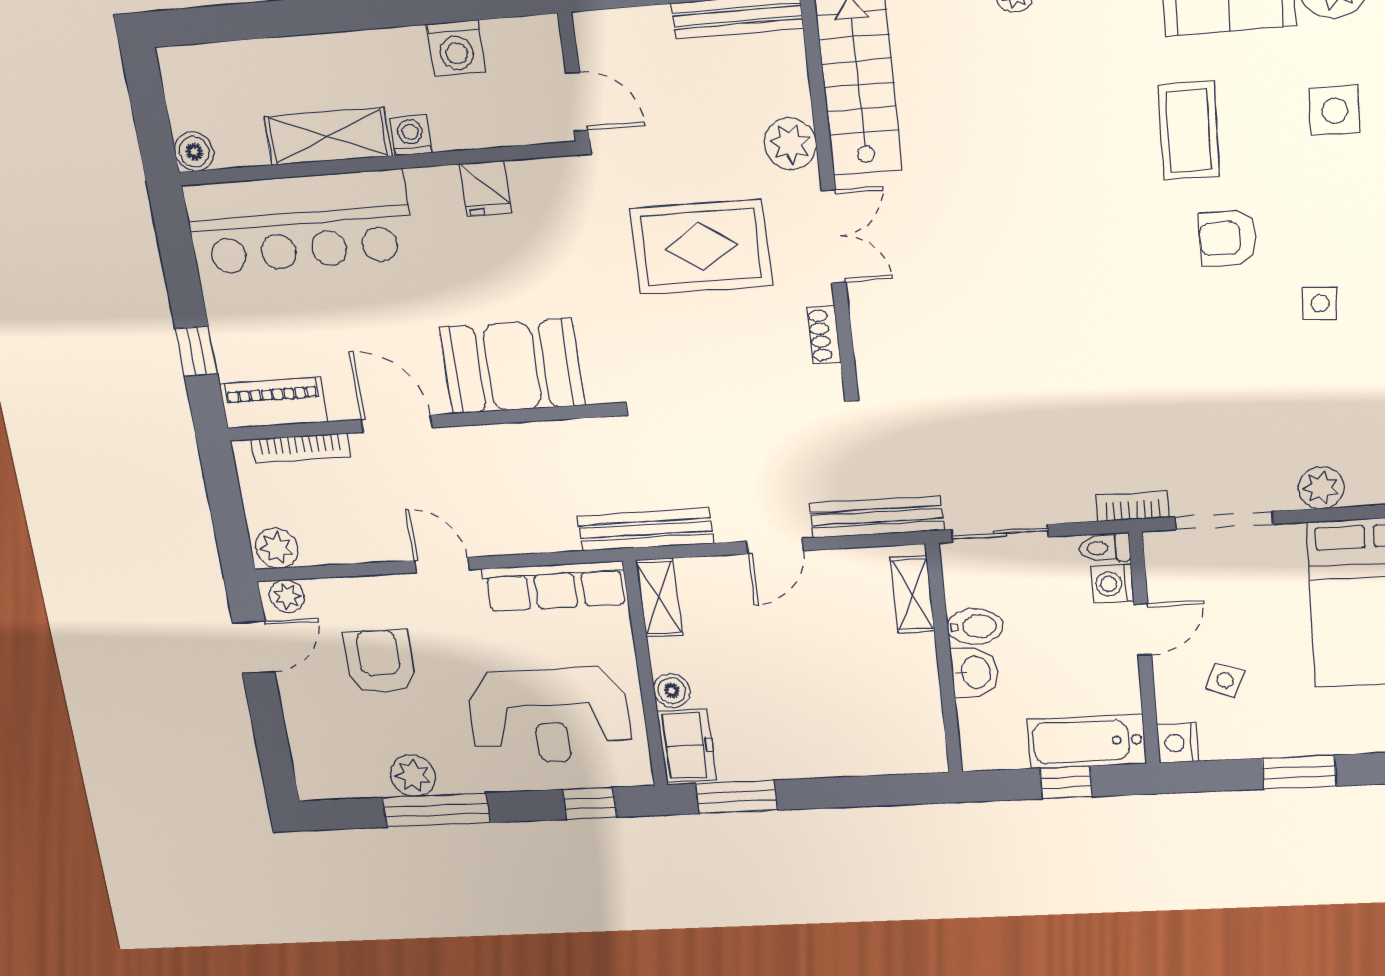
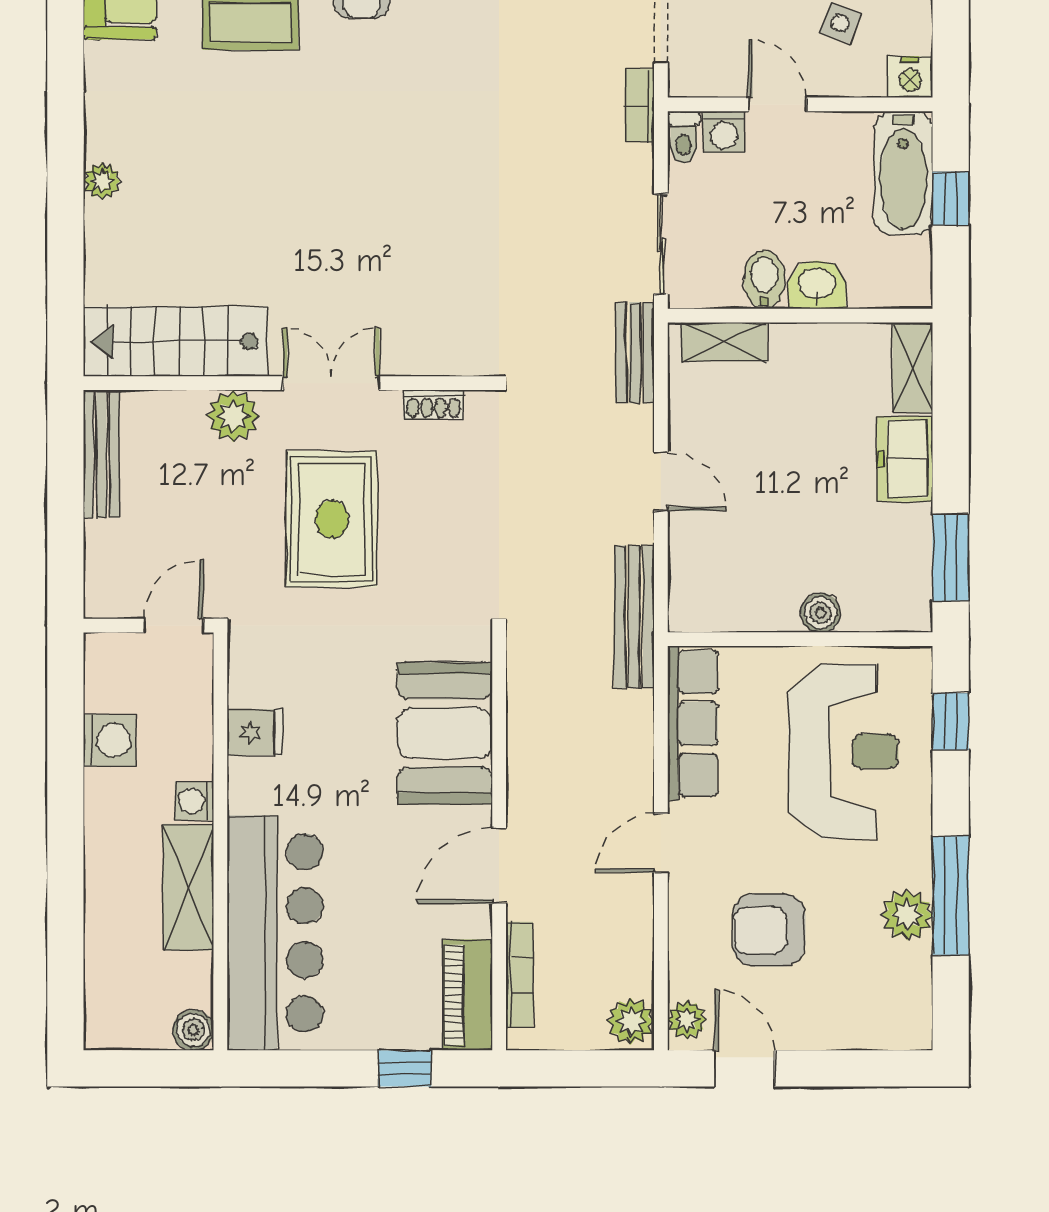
bench: (877, 517) -> (635, 353), width x0.73
shelving: (659, 598) -> (913, 368), moved, turned 90
freezer: (687, 746) -> (905, 459), moved, turned -90

